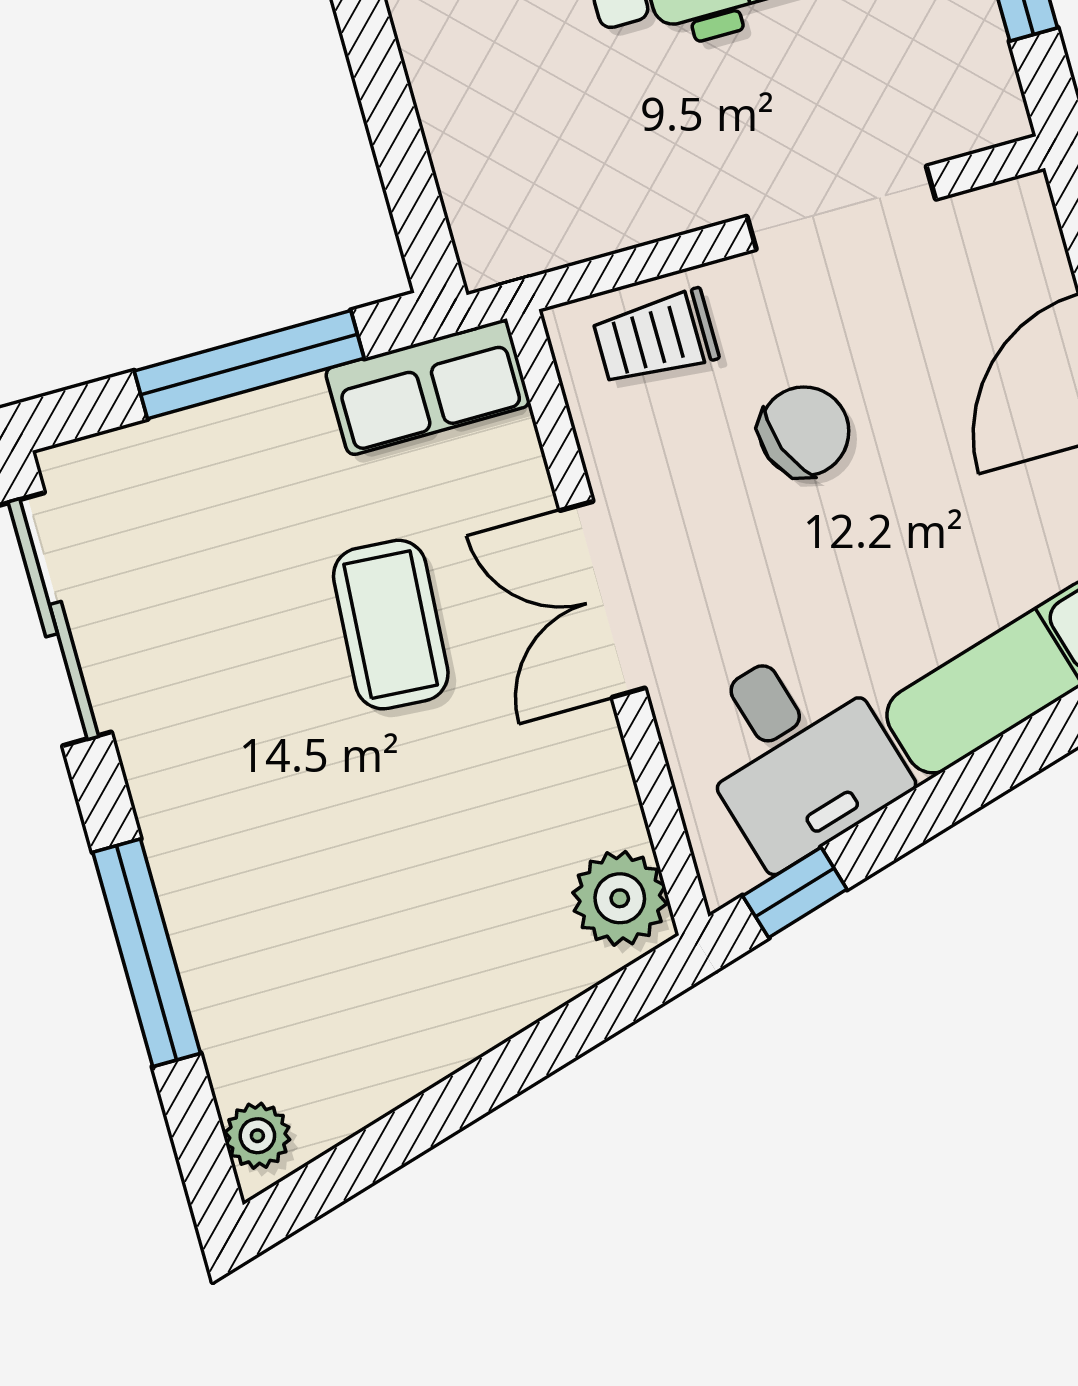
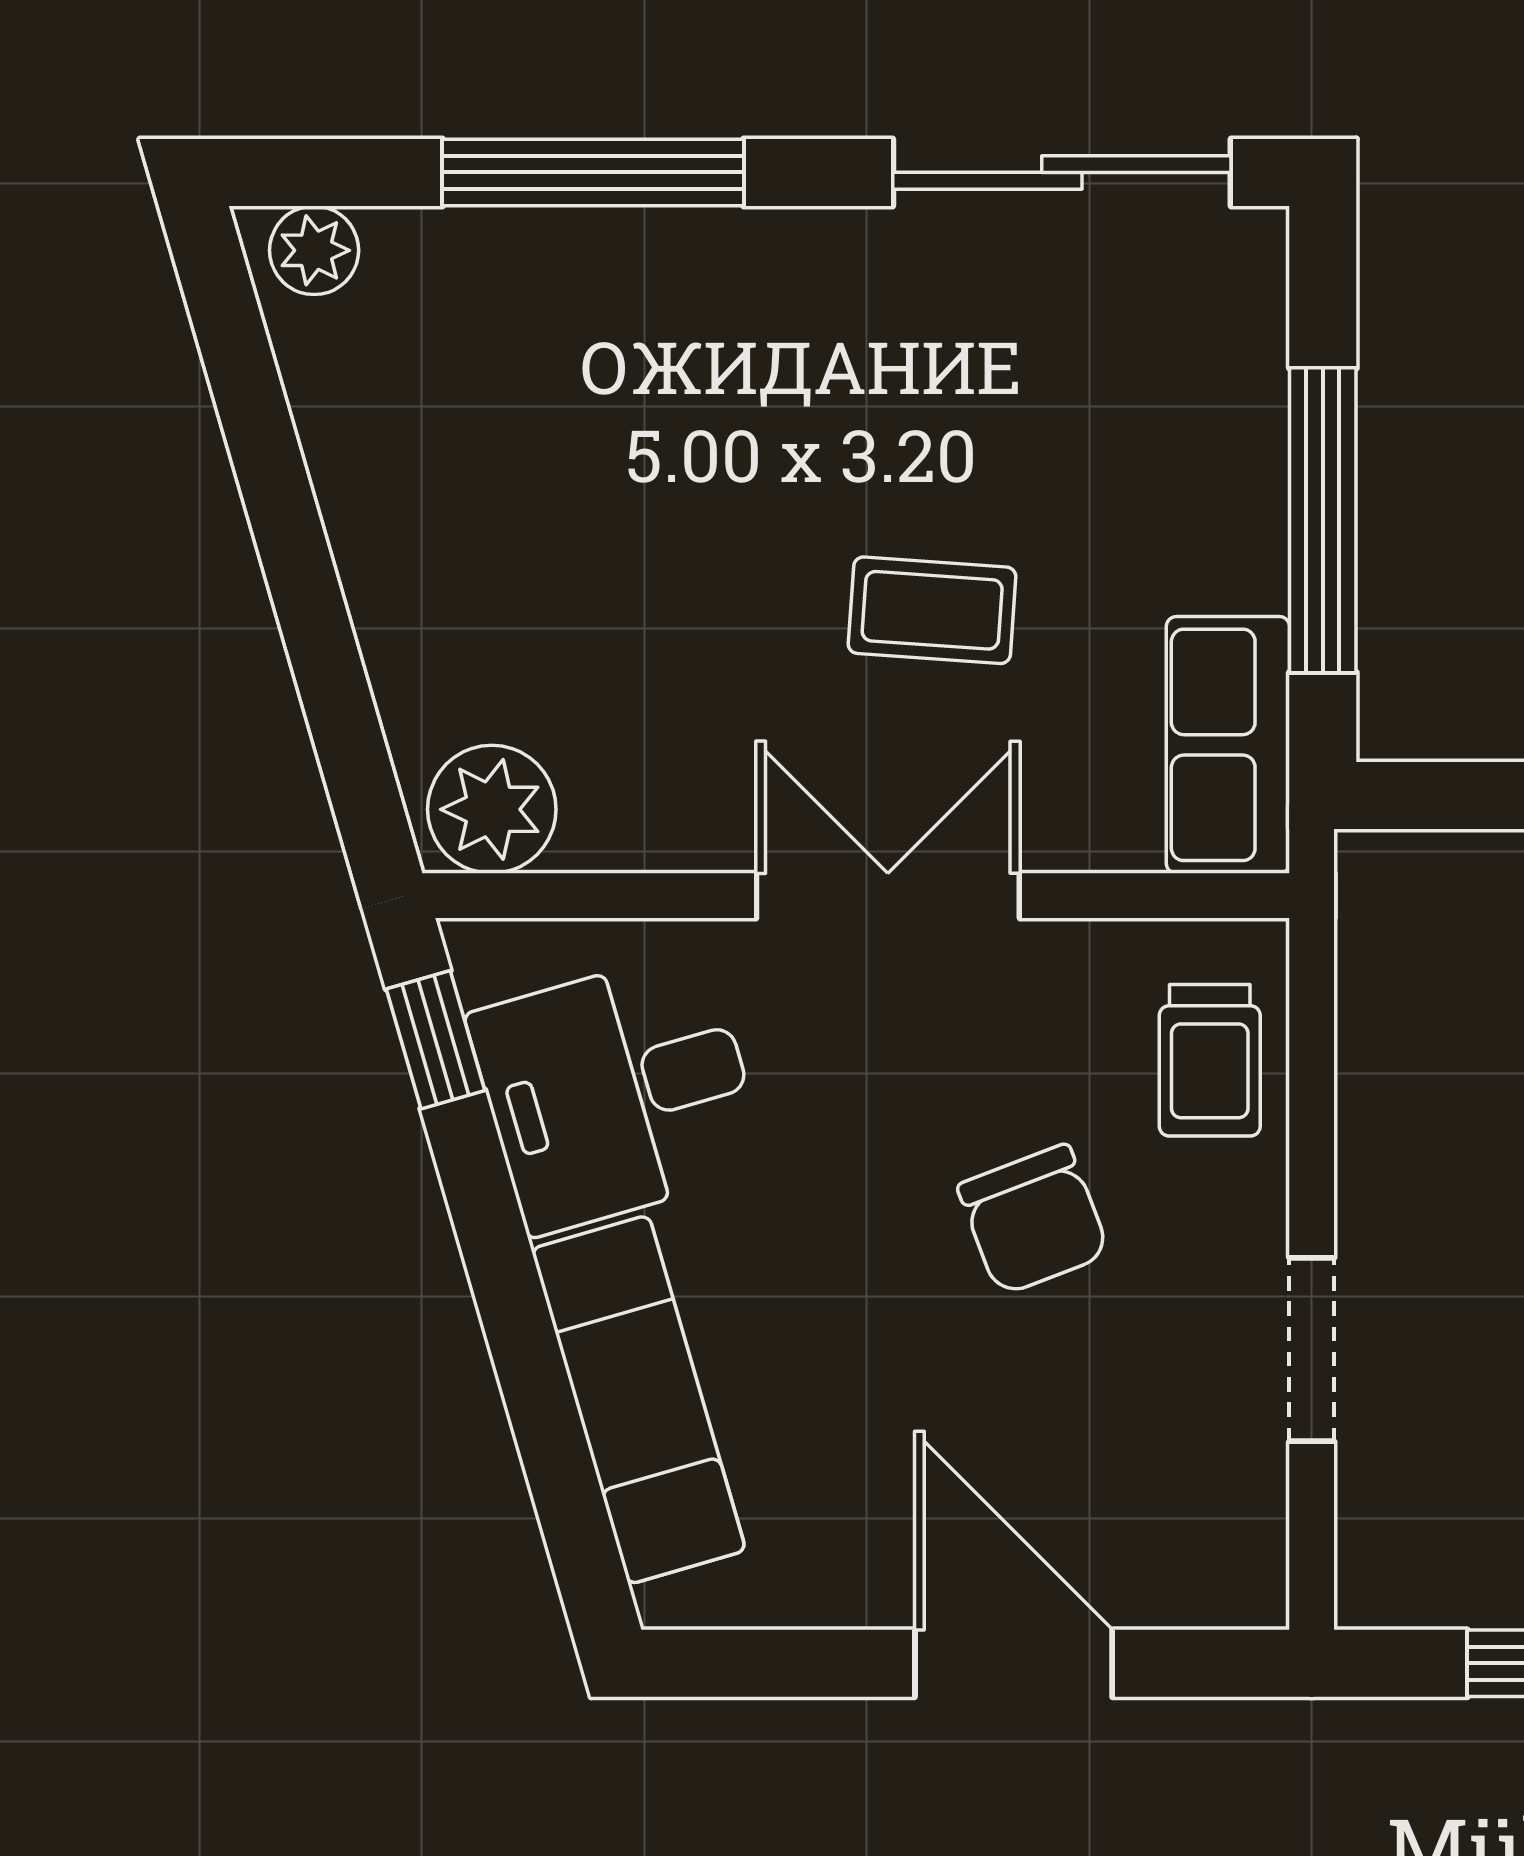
doorway: (841, 208) -> (1312, 1350), width x0.73
trolley: (656, 338) -> (1210, 1060), turned 180
coffee table: (391, 625) -> (932, 610), width x0.73, depth x0.77

